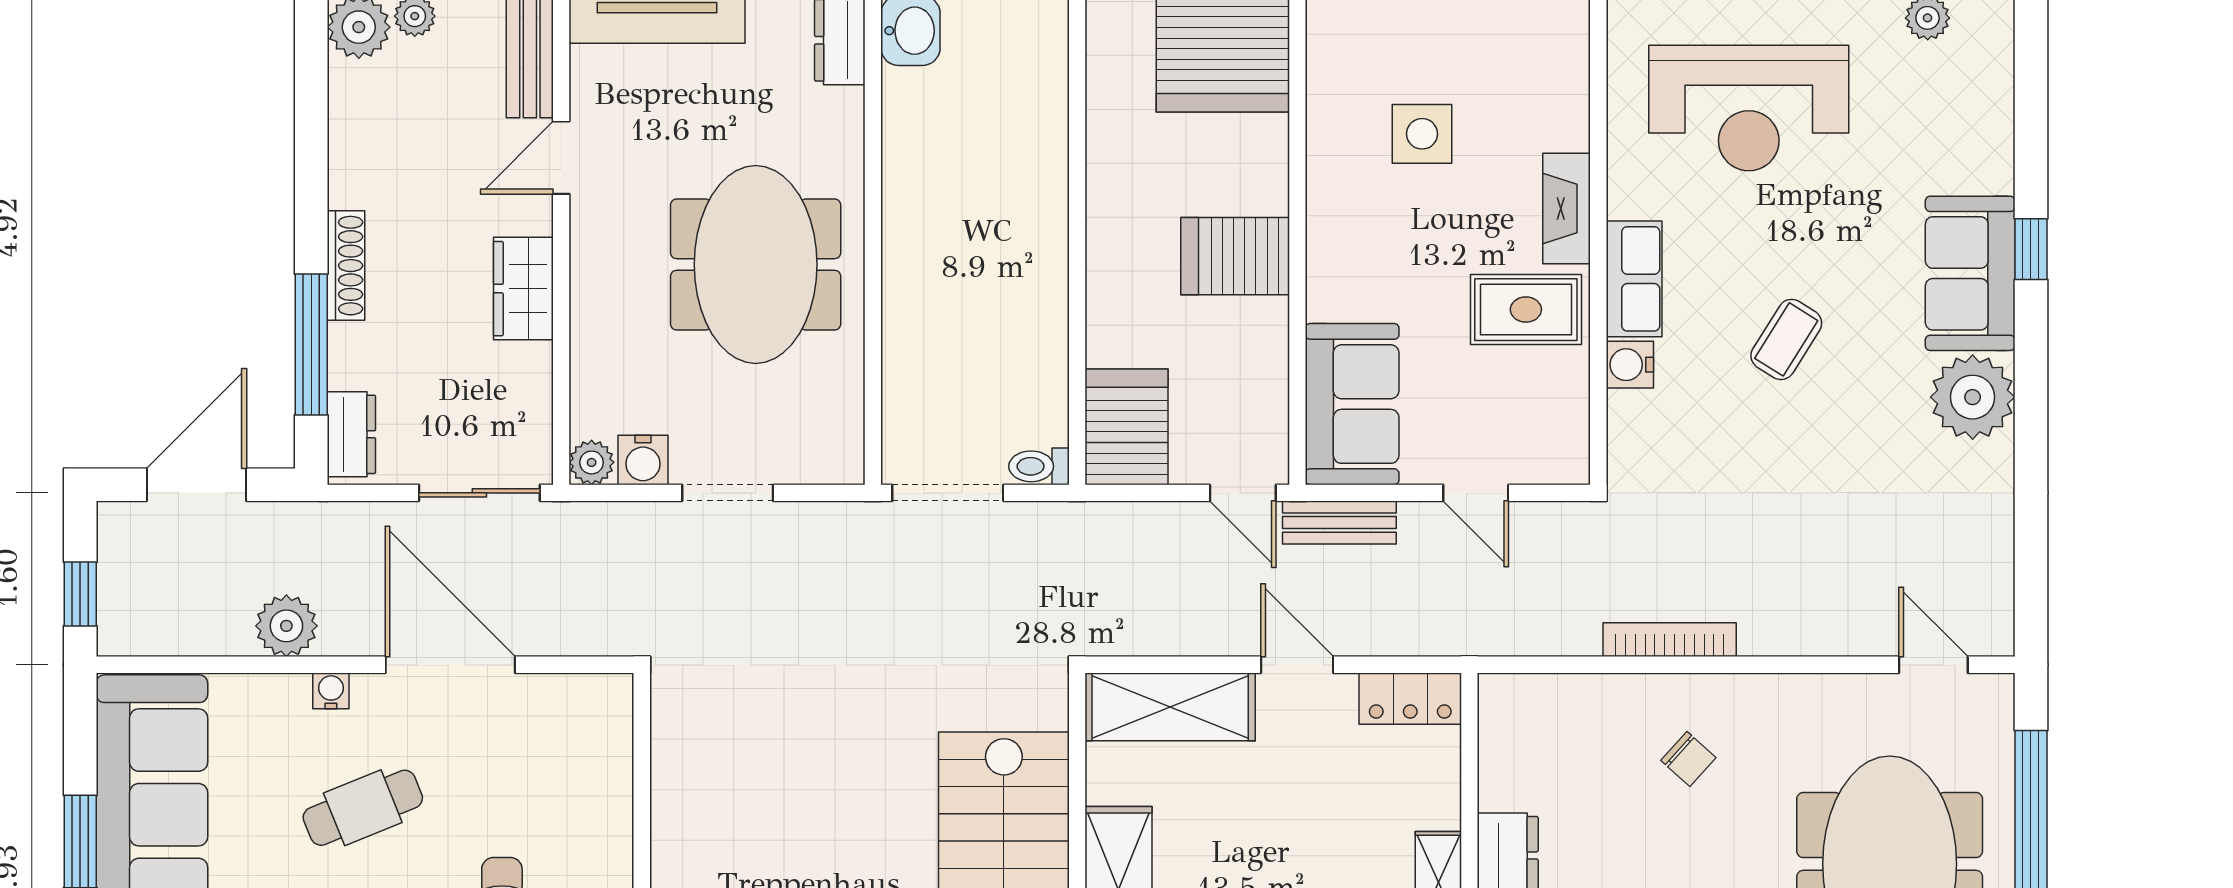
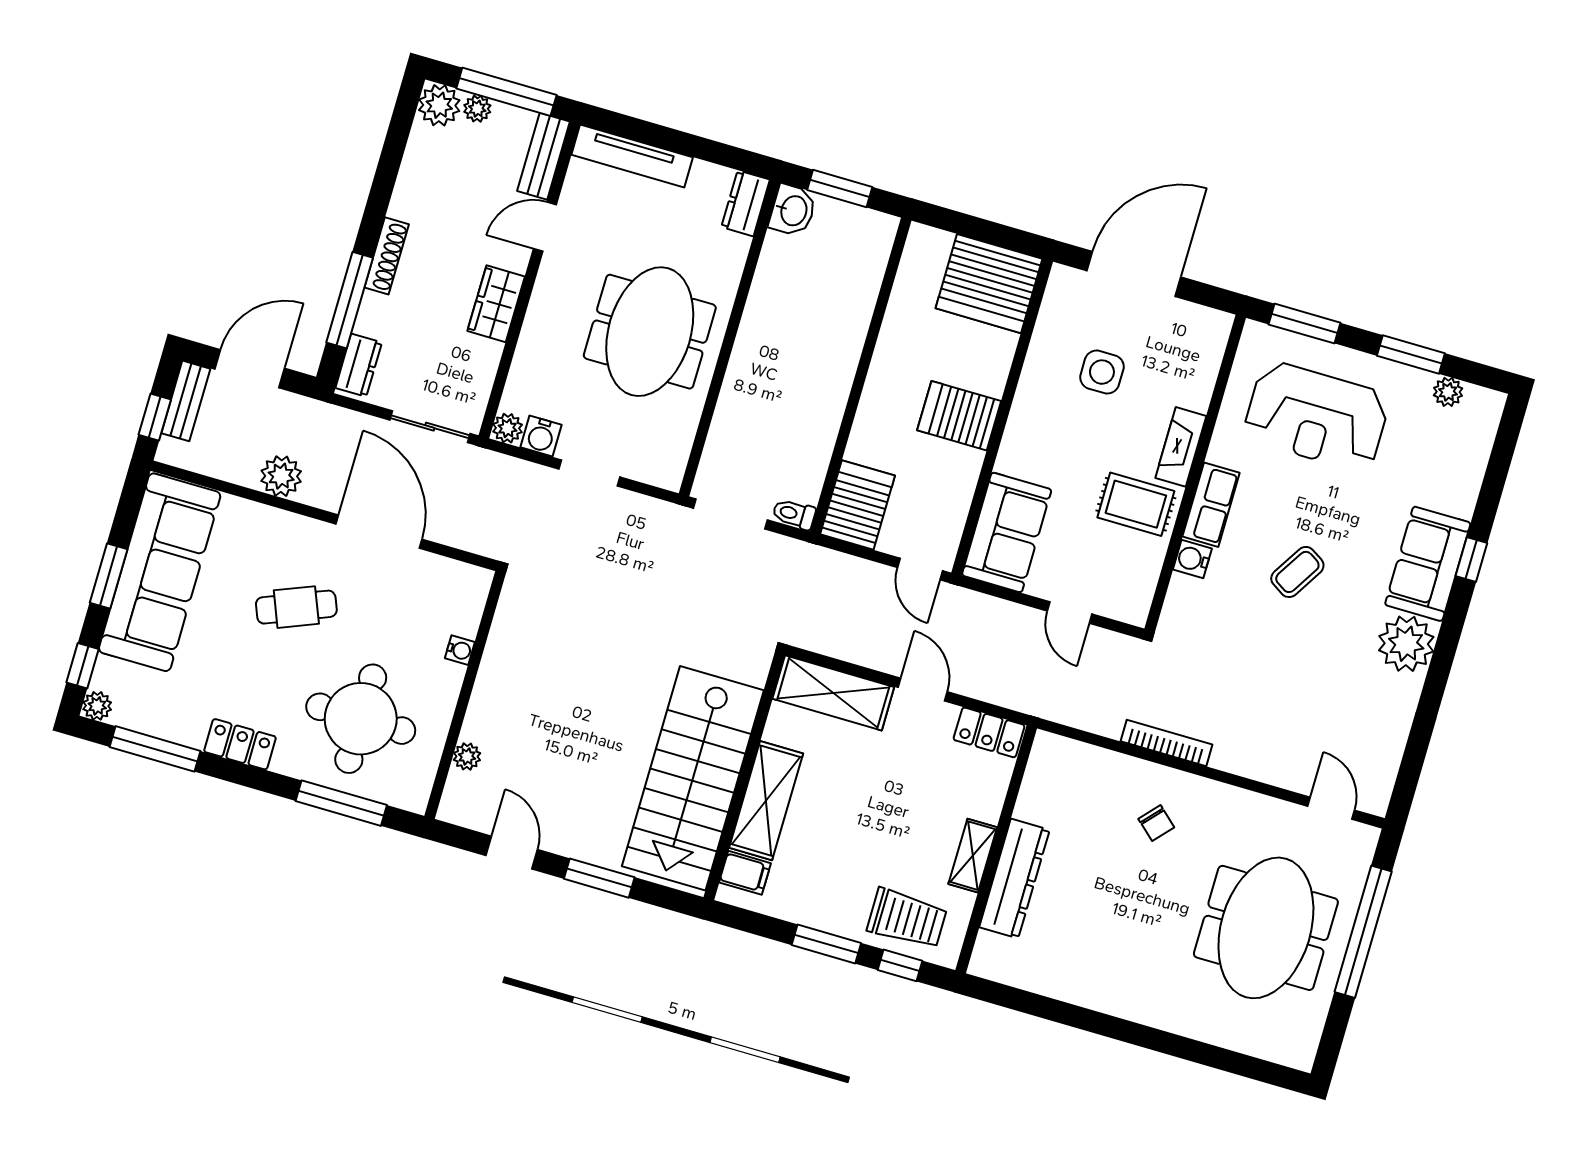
bench: (1339, 523) -> (186, 401), moved, turned 90
water cooler: (331, 691) -> (460, 650), moved, turned 90

